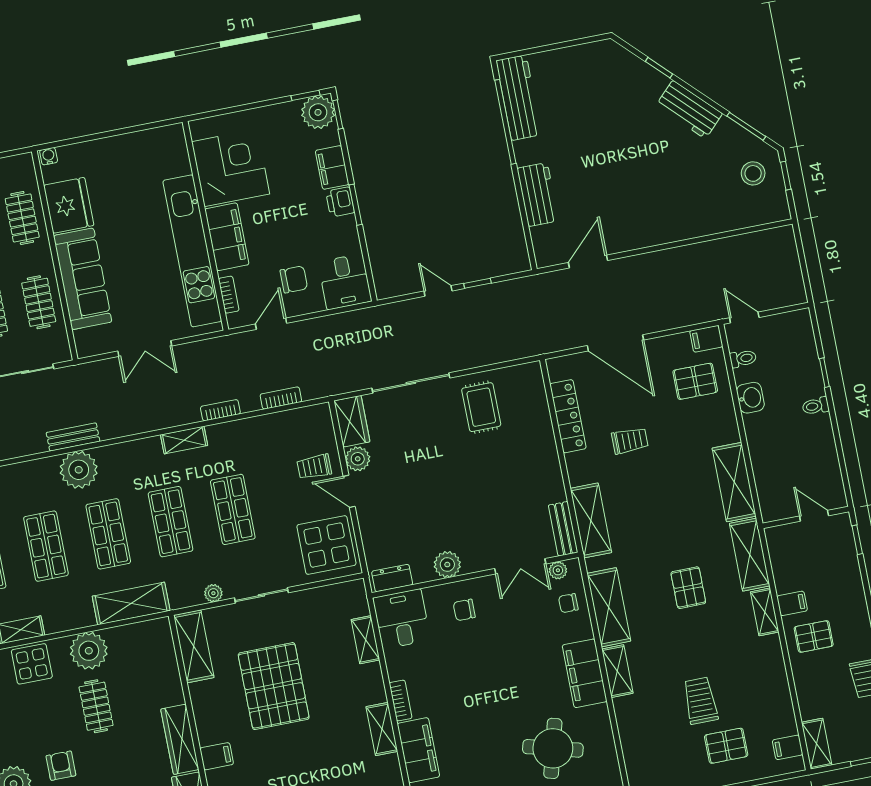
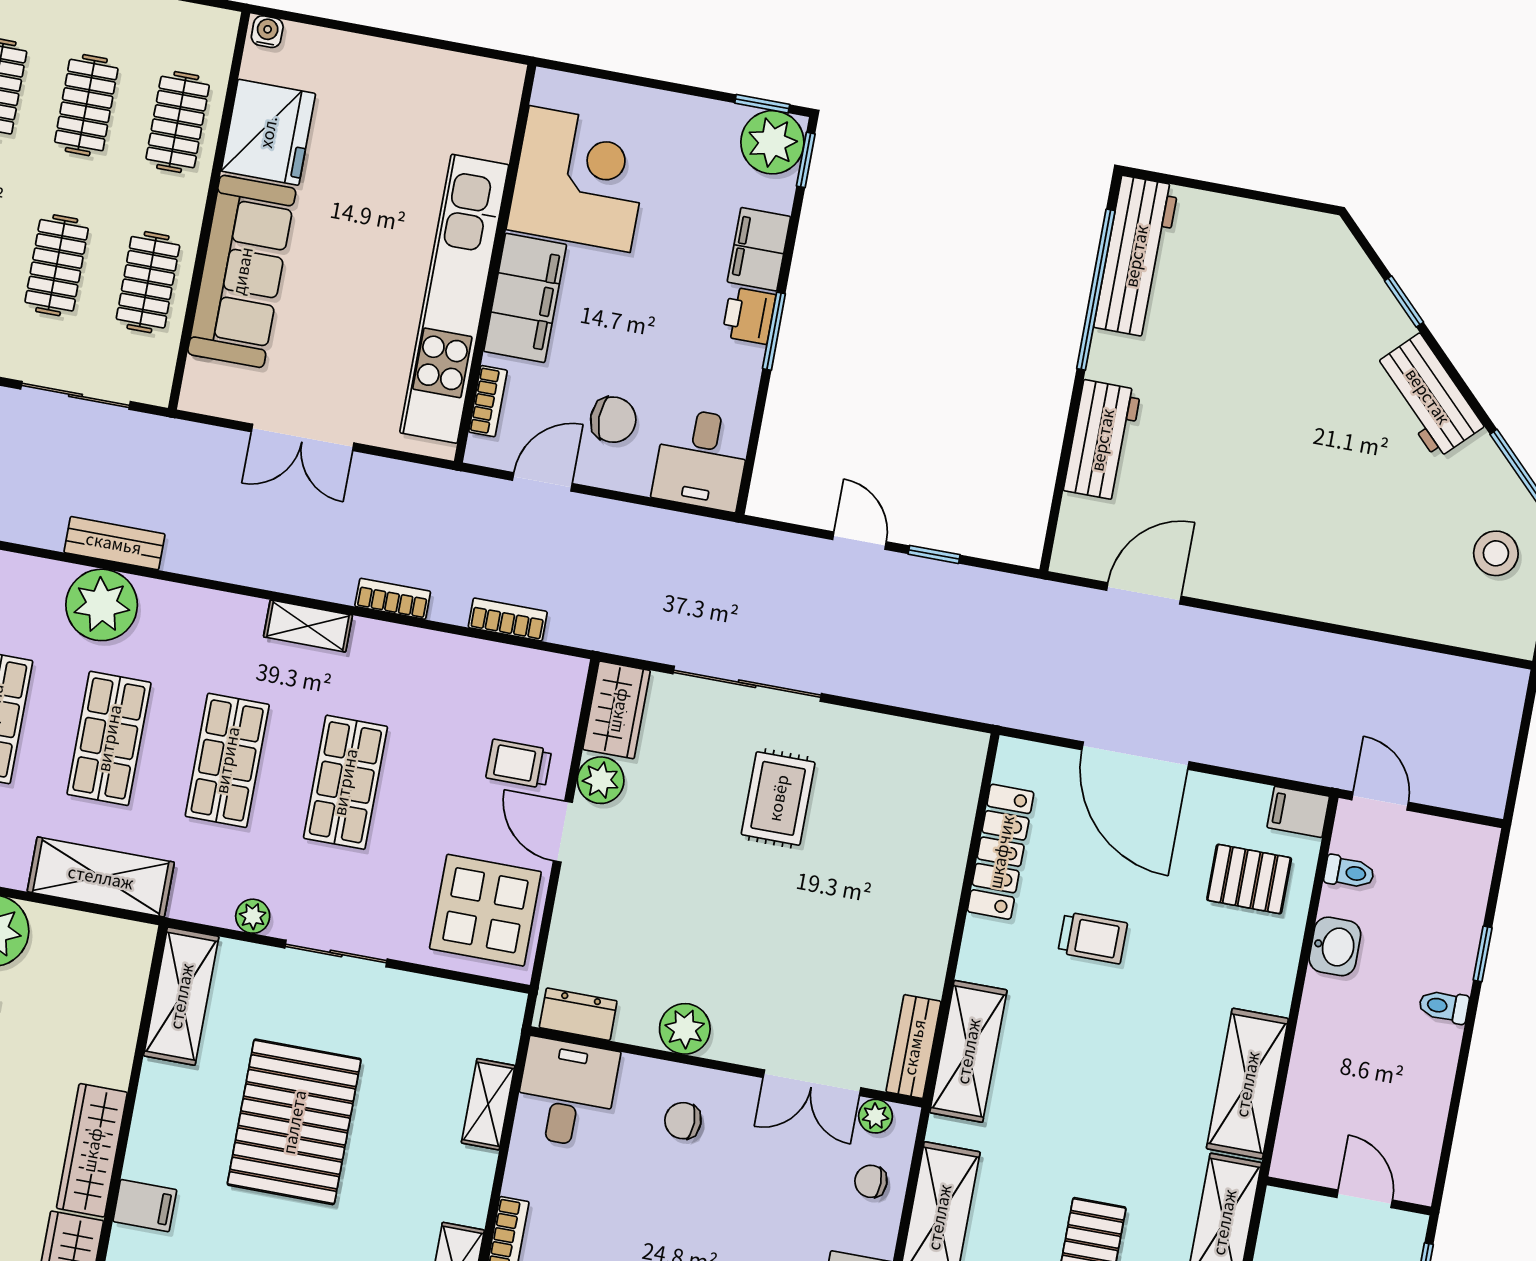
rug: (481, 407) -> (778, 798), moved

